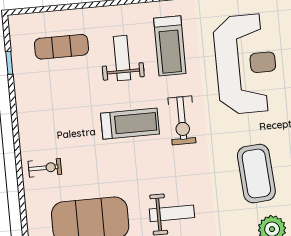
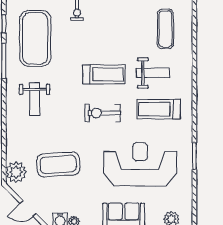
reception desk: (246, 64) -> (140, 164), turned 180
treadmill: (130, 124) -> (104, 74), turned -90

